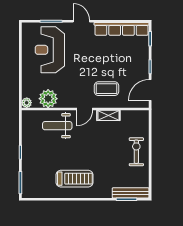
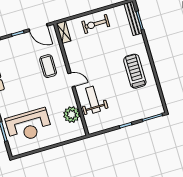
plant: (27, 103) -> (81, 132), removed
shelving: (108, 115) -> (64, 32), moved
weight bench: (57, 126) -> (93, 100), turned 180

